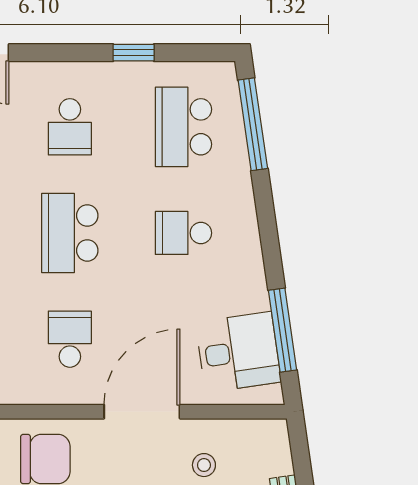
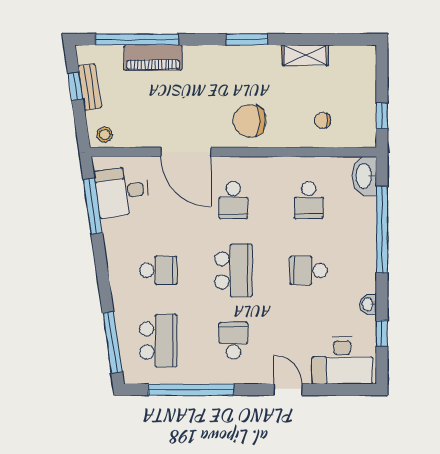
window: (134, 53) -> (191, 390), width x3.17
door: (142, 412) -> (186, 152), hinge flipped
stool: (204, 465) -> (105, 135), moved

